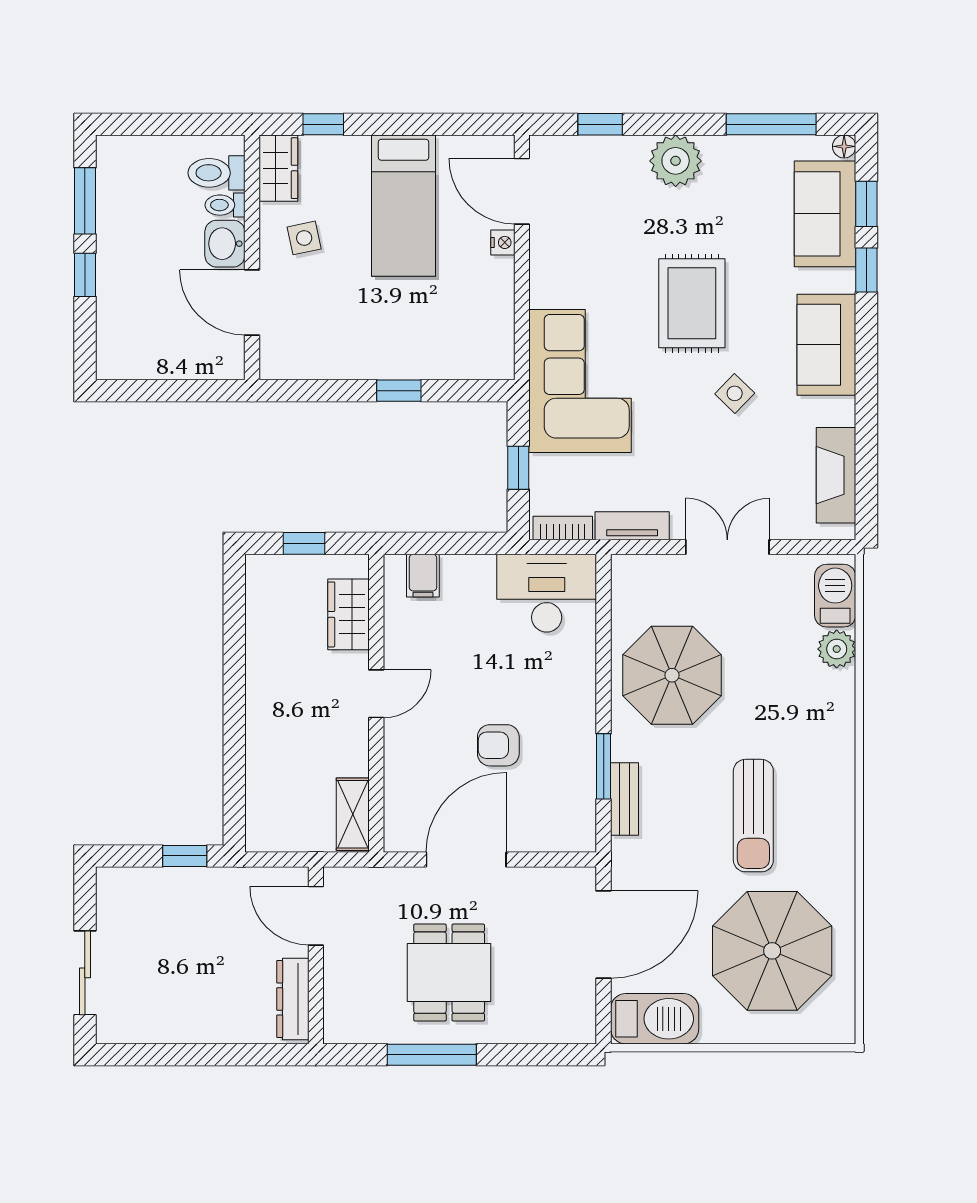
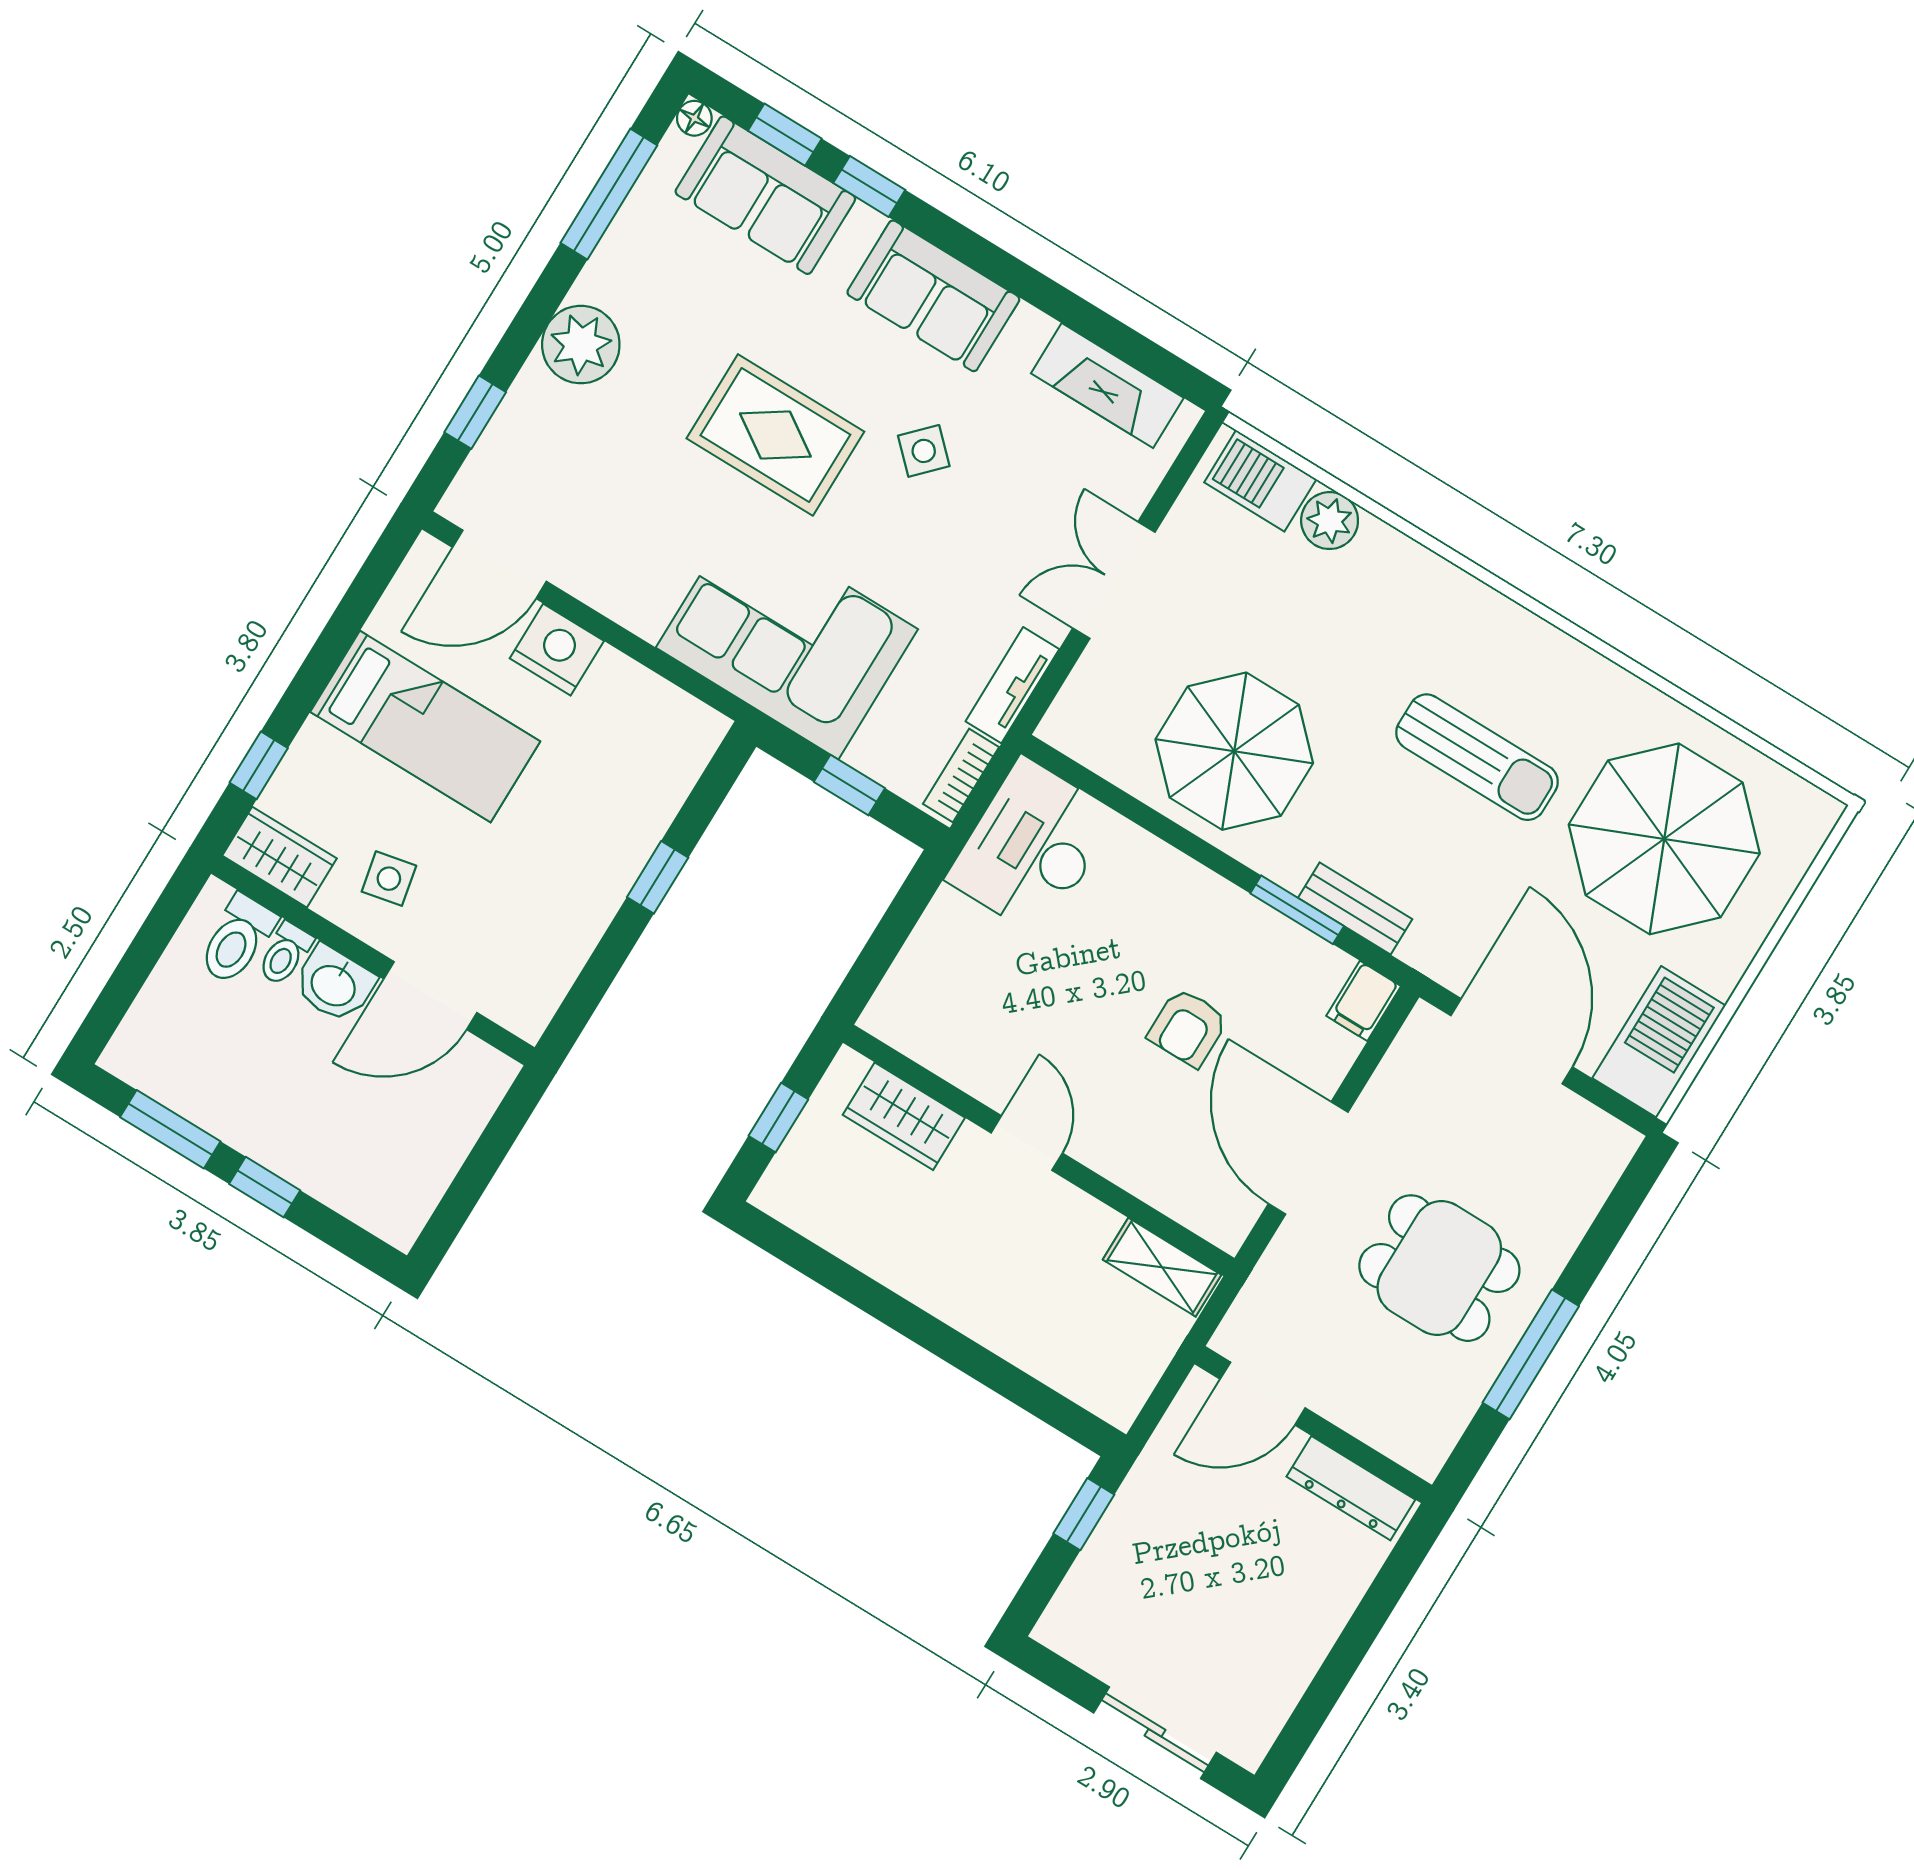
nightstand: (503, 242) -> (557, 650), width x1.89, depth x1.79
filing cabinet: (423, 576) -> (1364, 1001), moved, turned 90

